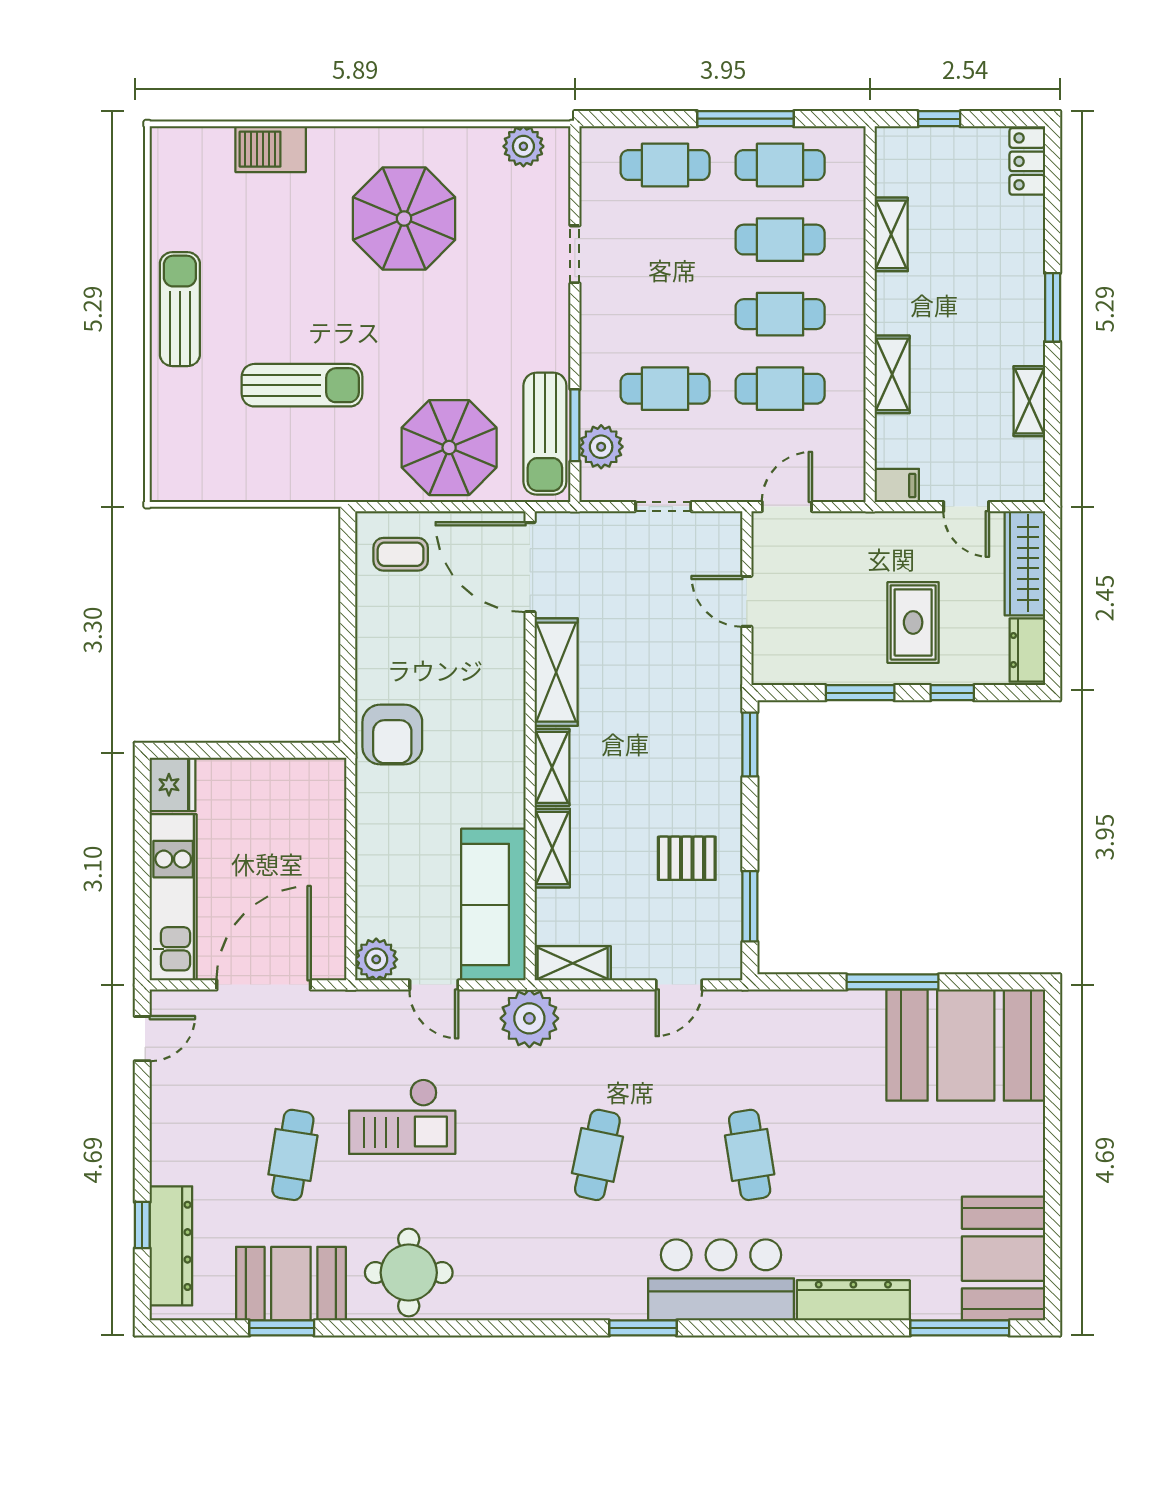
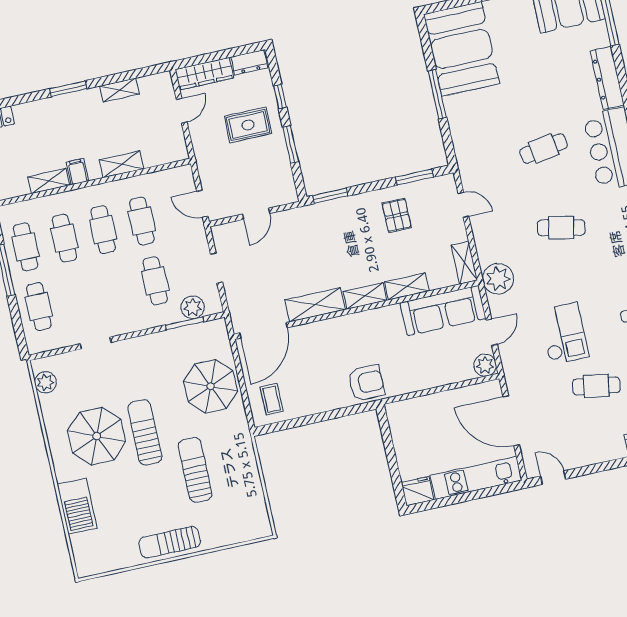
barbecue: (271, 149) -> (77, 506), width x1.37, depth x1.21
sun lounger: (545, 434) -> (145, 432), moved, turned -90
filing cabinet: (897, 485) -> (77, 172), moved

